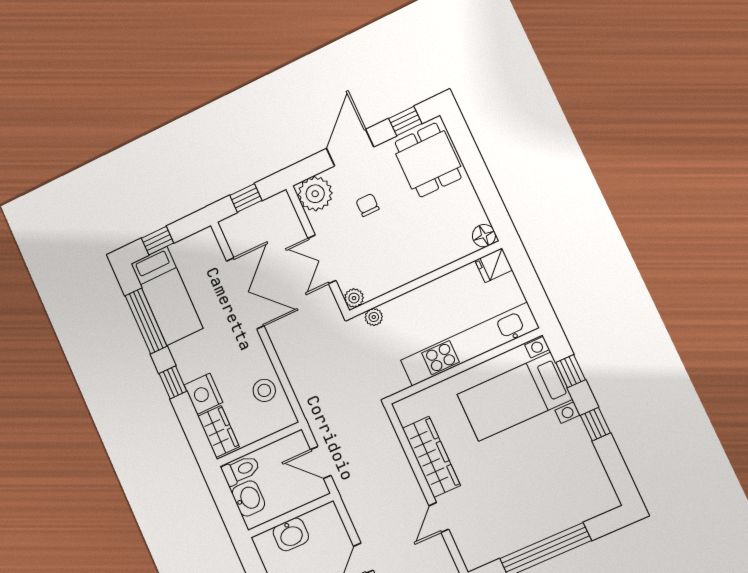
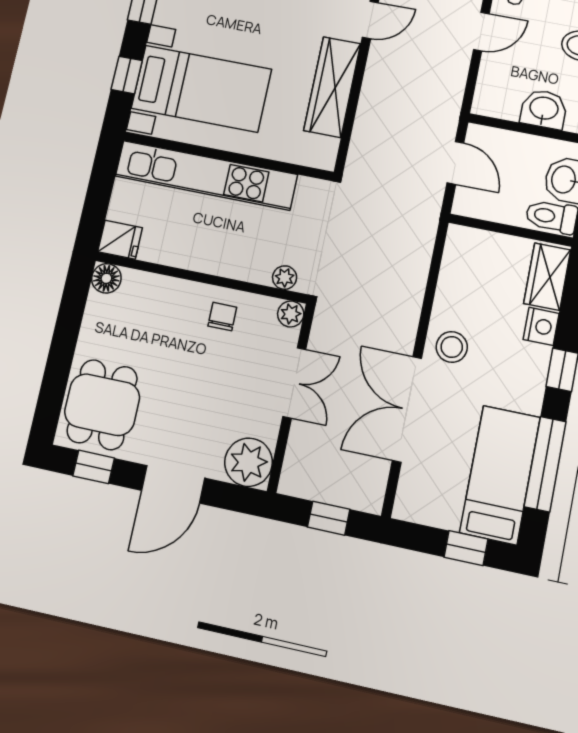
chair: (367, 205) -> (222, 317), moved, turned 180
stool: (264, 390) -> (452, 347), moved
nightstand: (203, 394) -> (541, 326), width x0.74, depth x0.75

